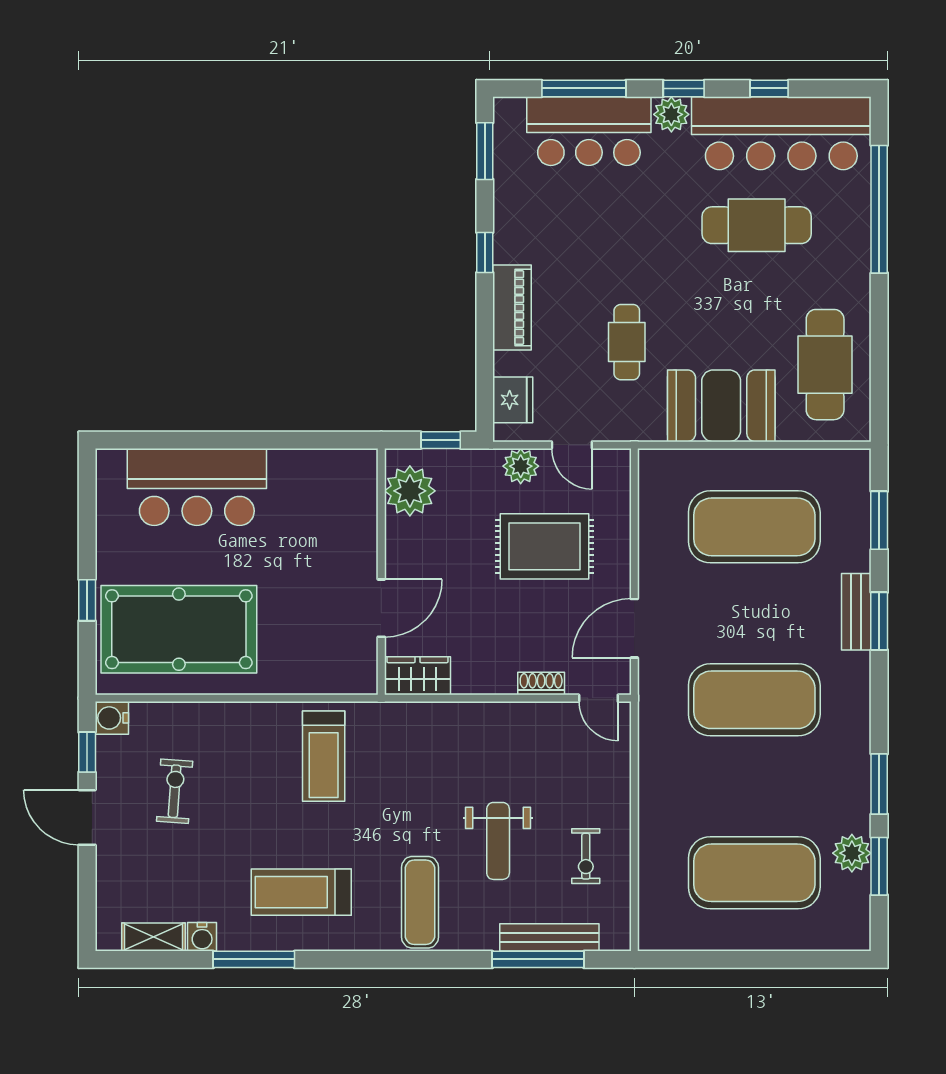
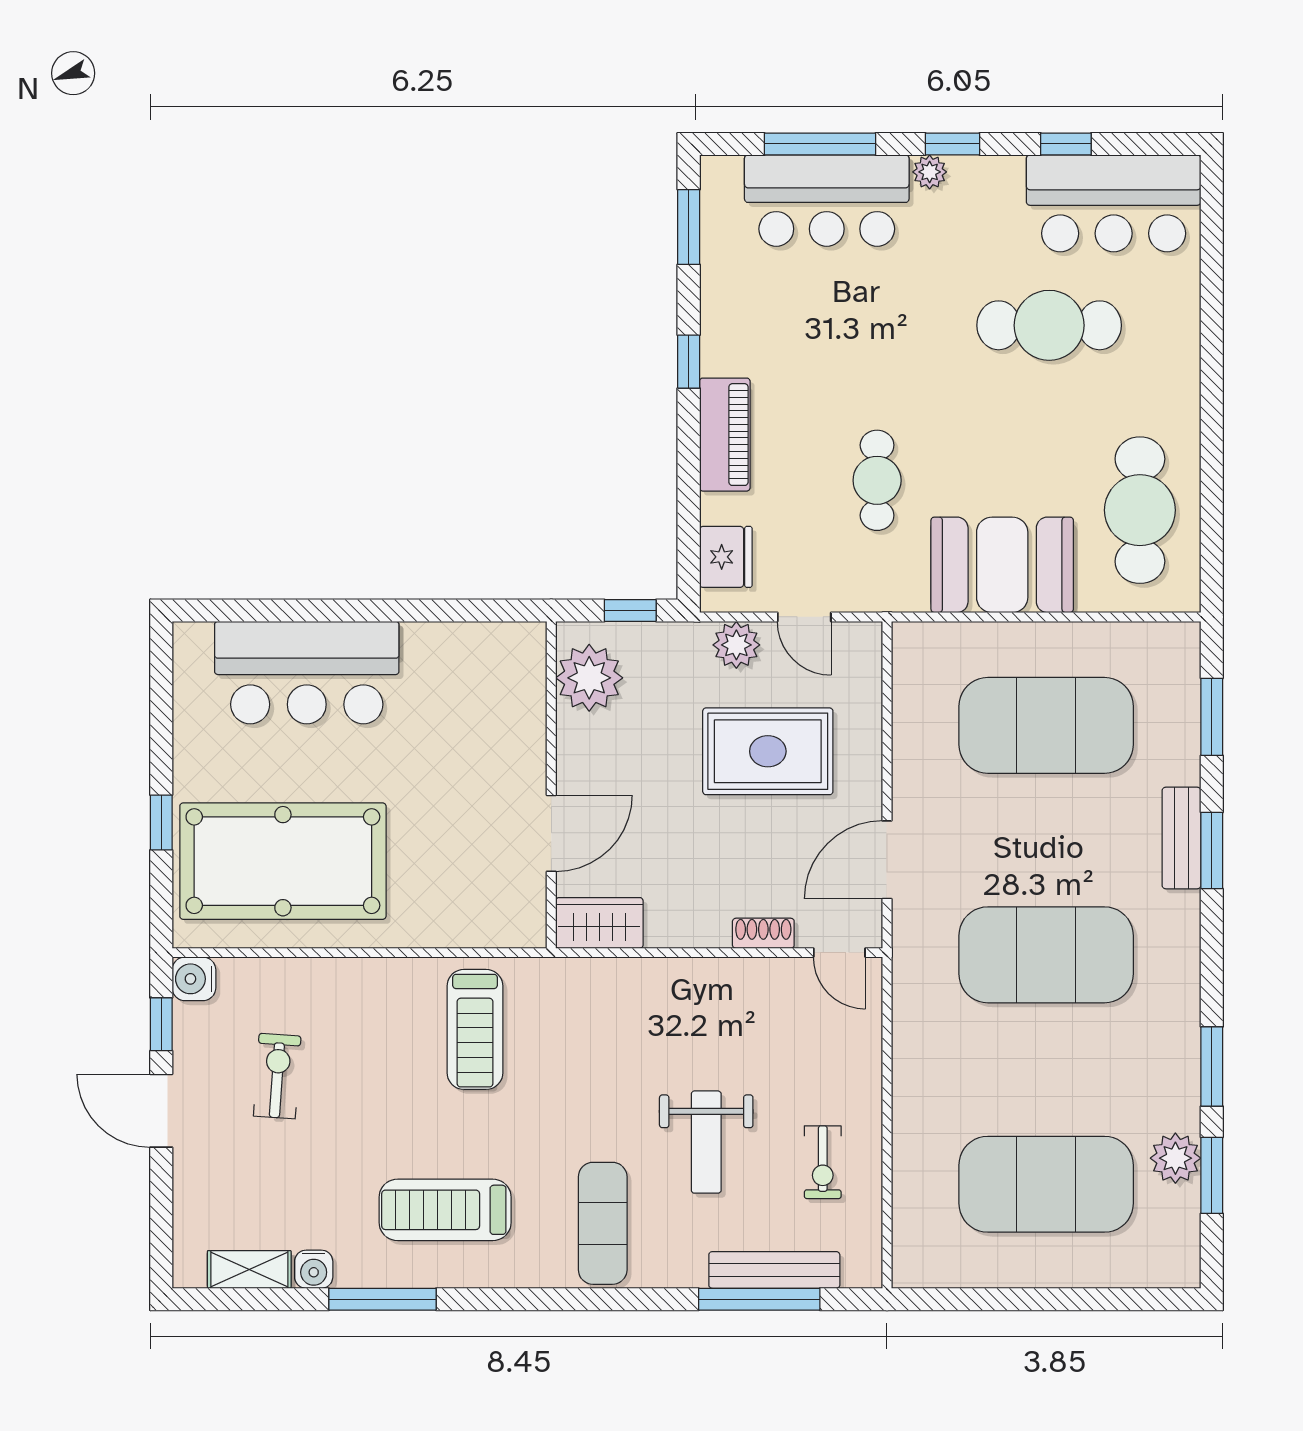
plant: (671, 114) -> (930, 172), width x0.73, depth x0.73
bar counter: (781, 133) -> (1114, 203), width x0.73
window: (879, 209) -> (1212, 304), removed

